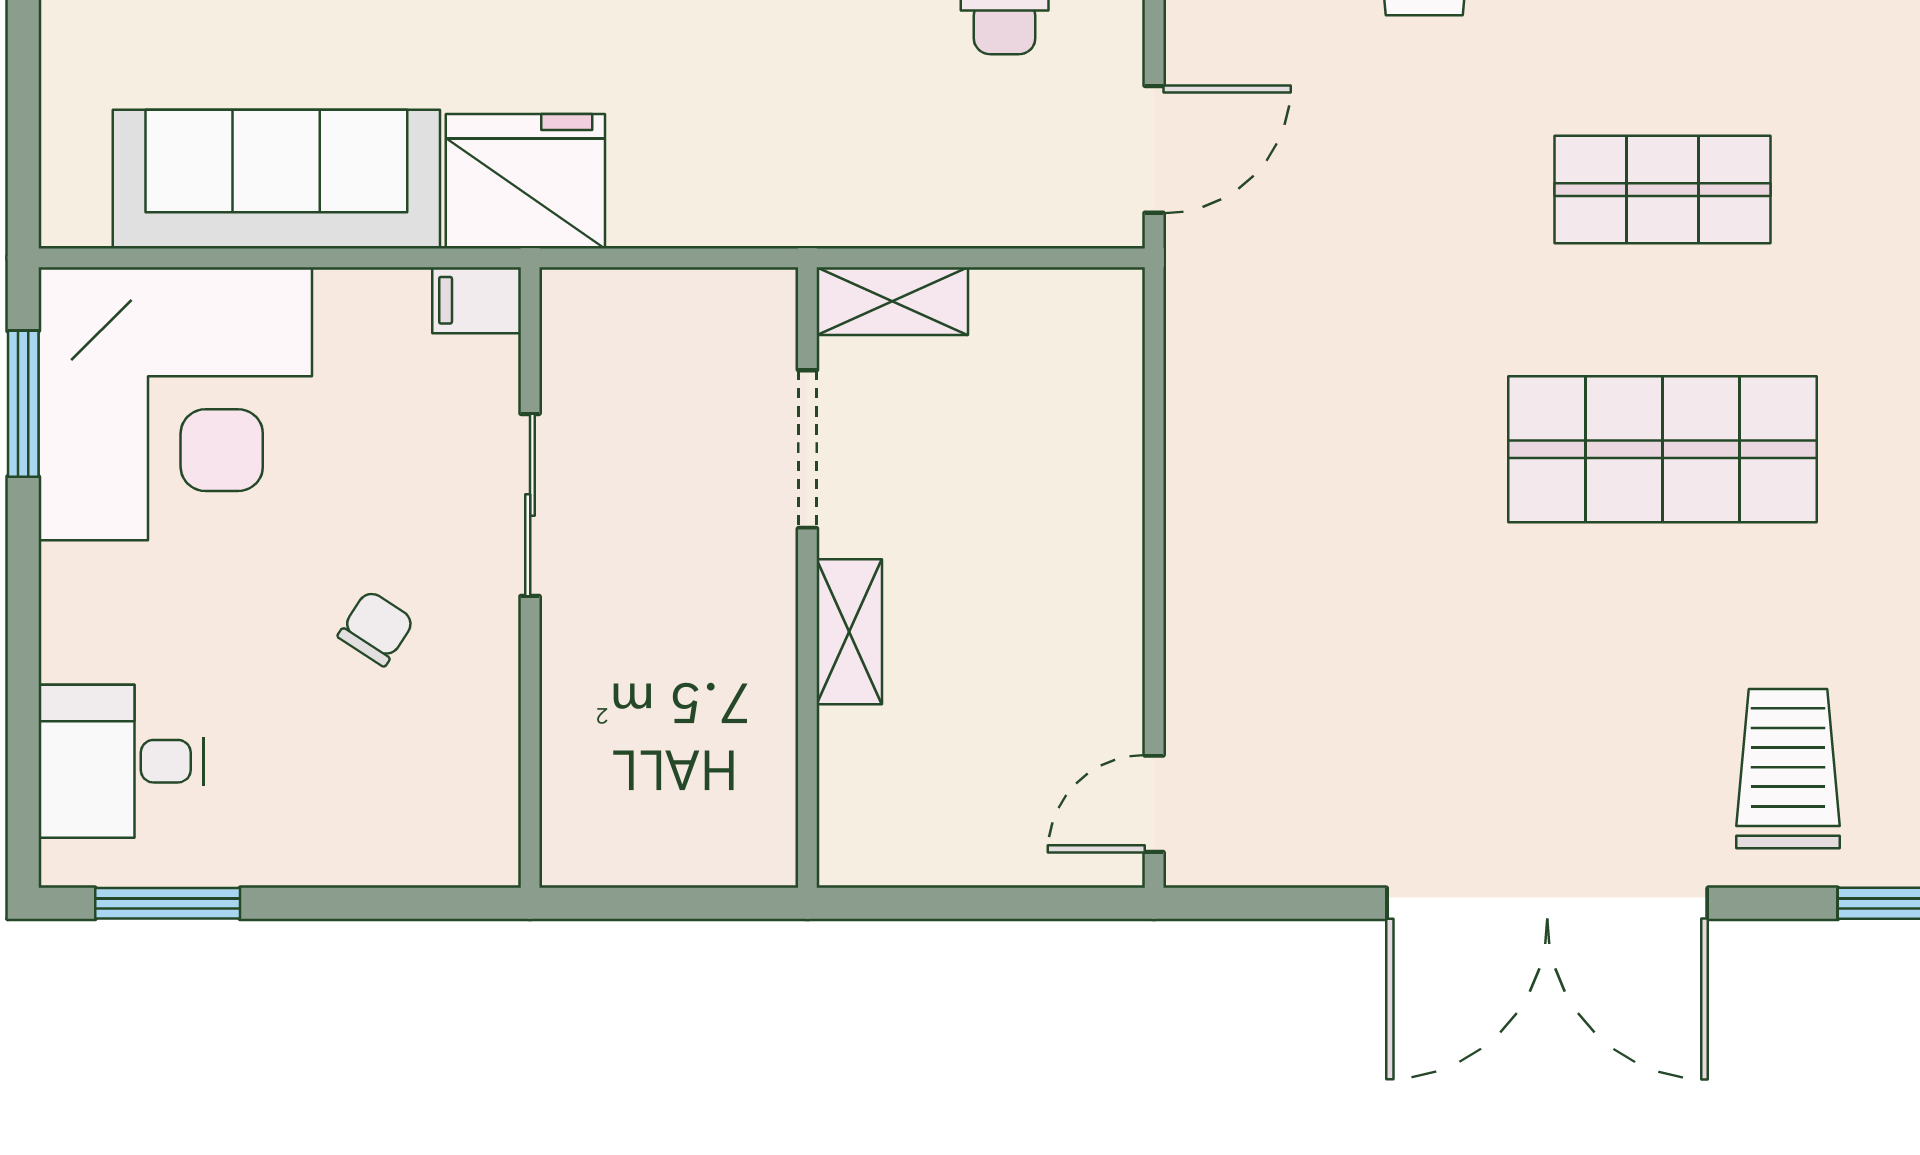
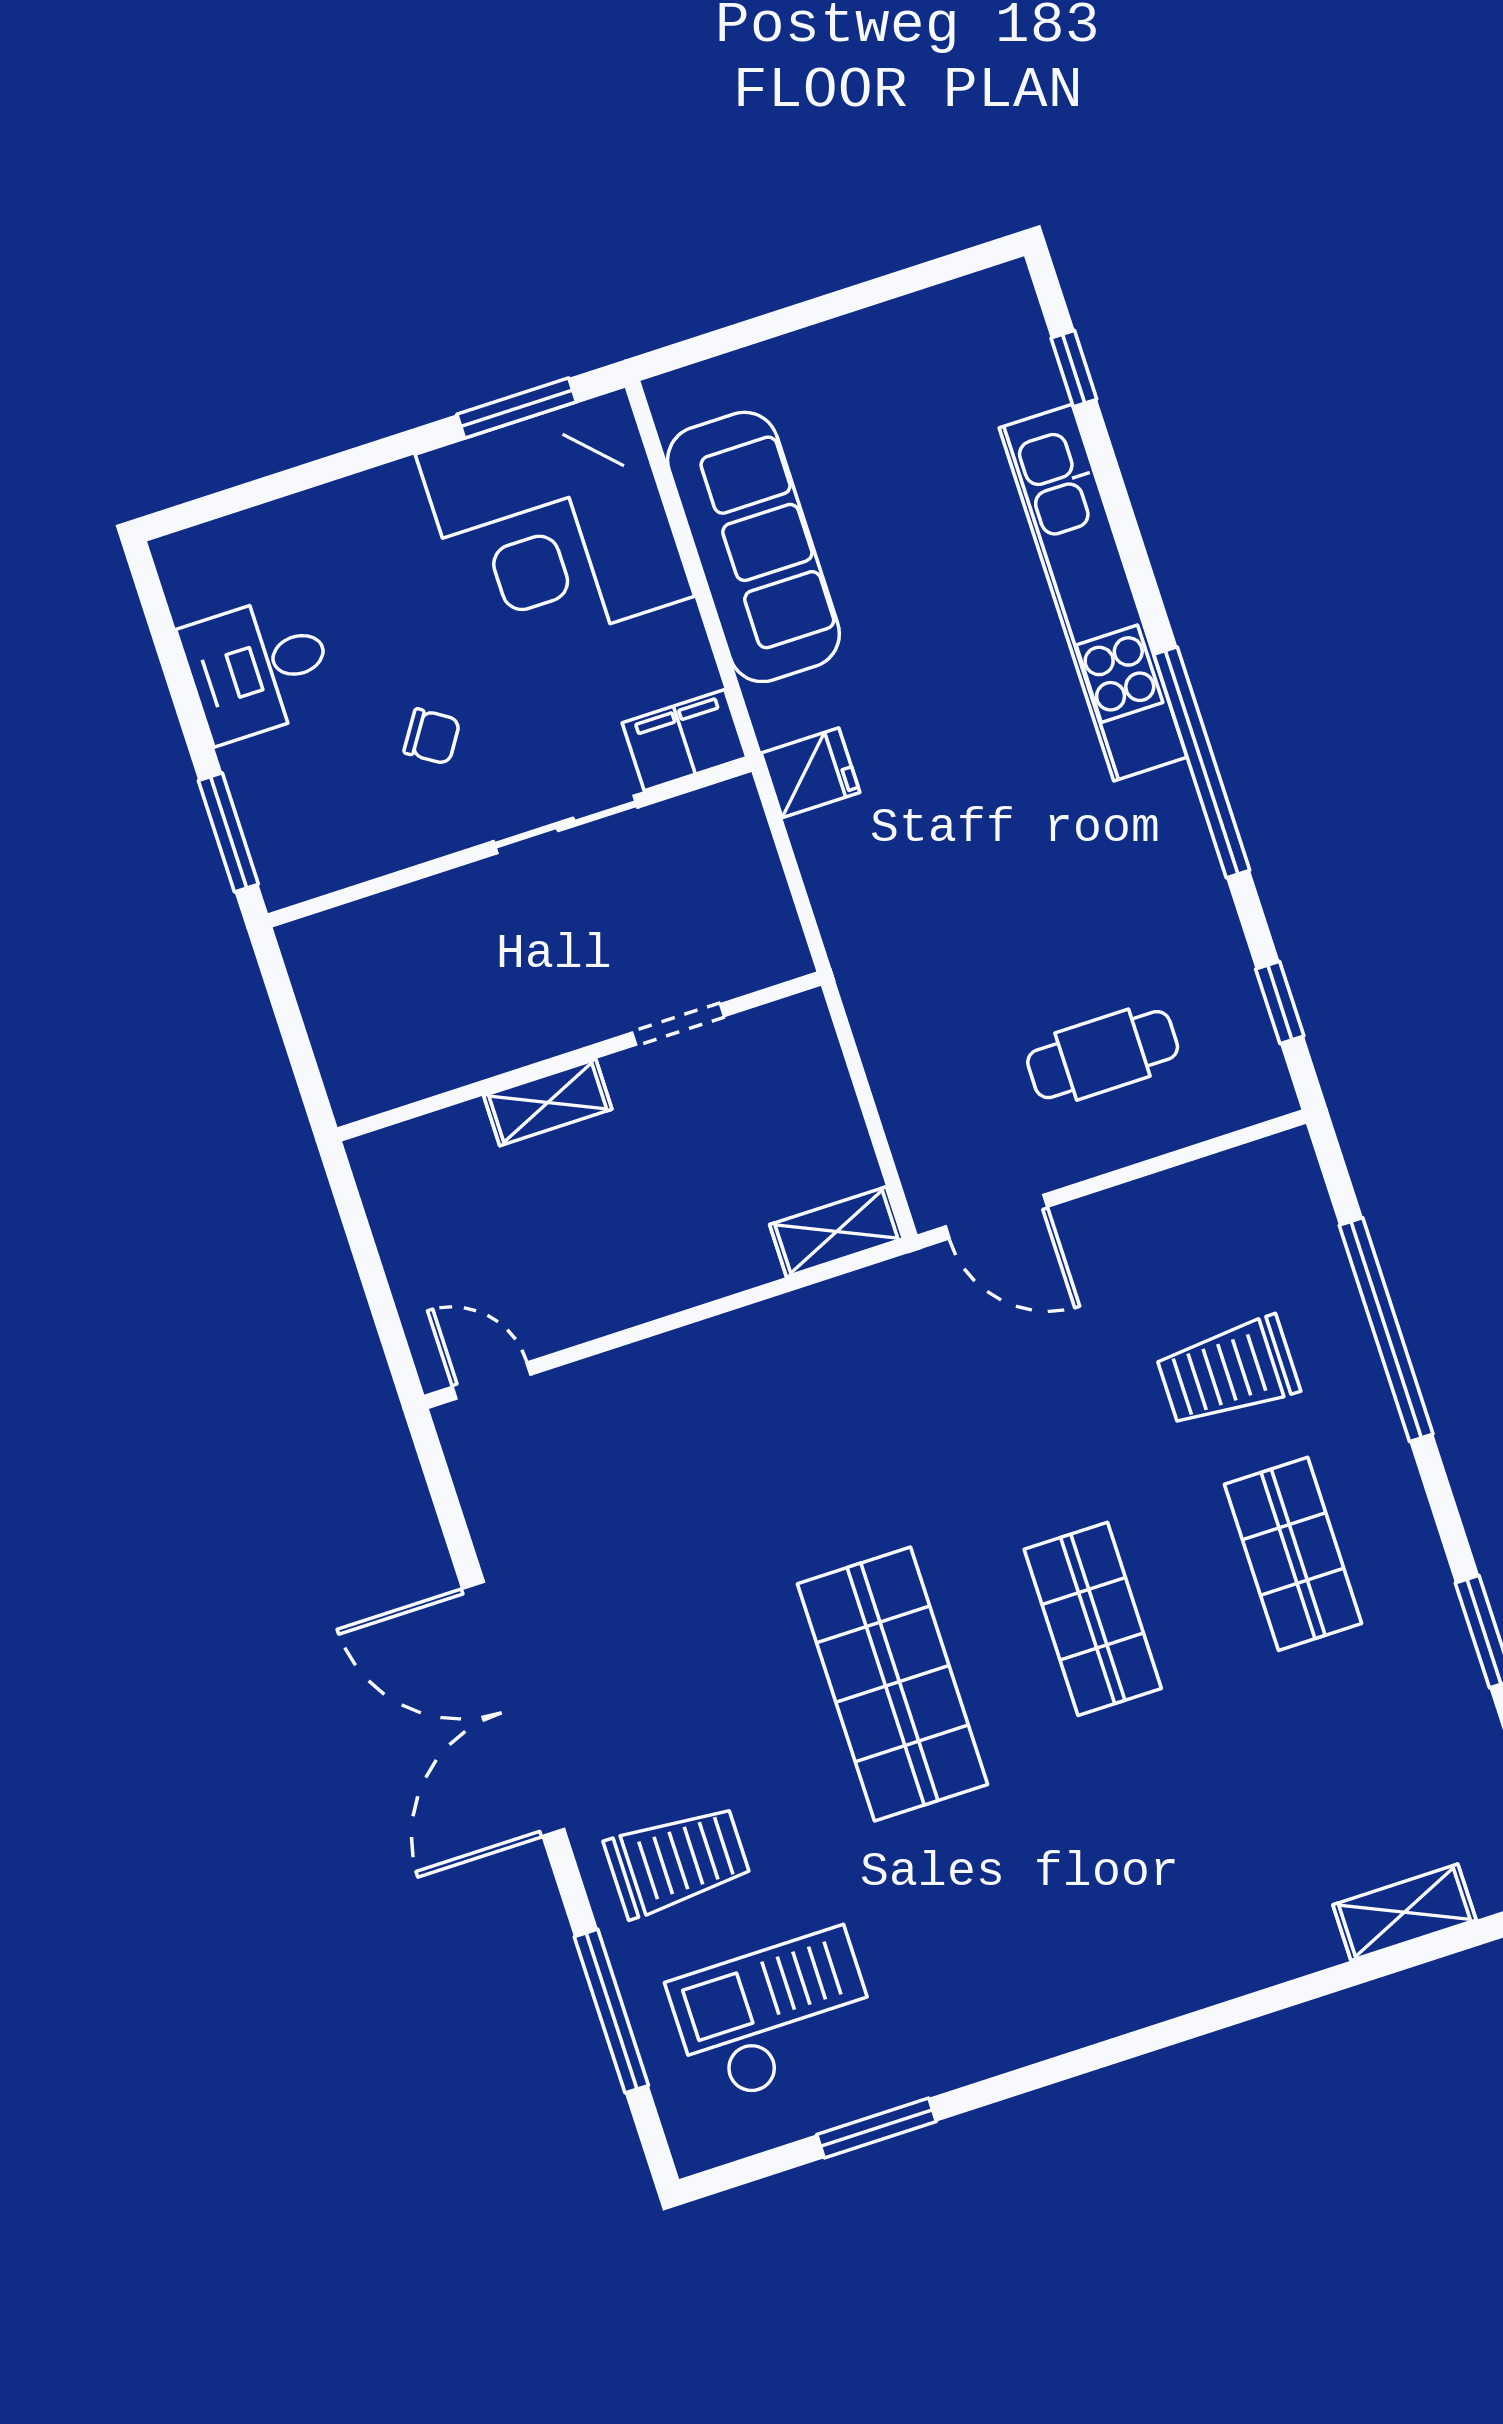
fridge: (525, 181) -> (810, 773), width x0.53, depth x0.75
filing cabinet: (477, 300) -> (685, 740), width x2.00
shelving: (892, 301) -> (836, 1232), moved, turned 90
doorway: (807, 449) -> (678, 1024), width x0.73
desk: (121, 761) -> (259, 668), moved, turned -90
window: (168, 903) -> (228, 832), moved

